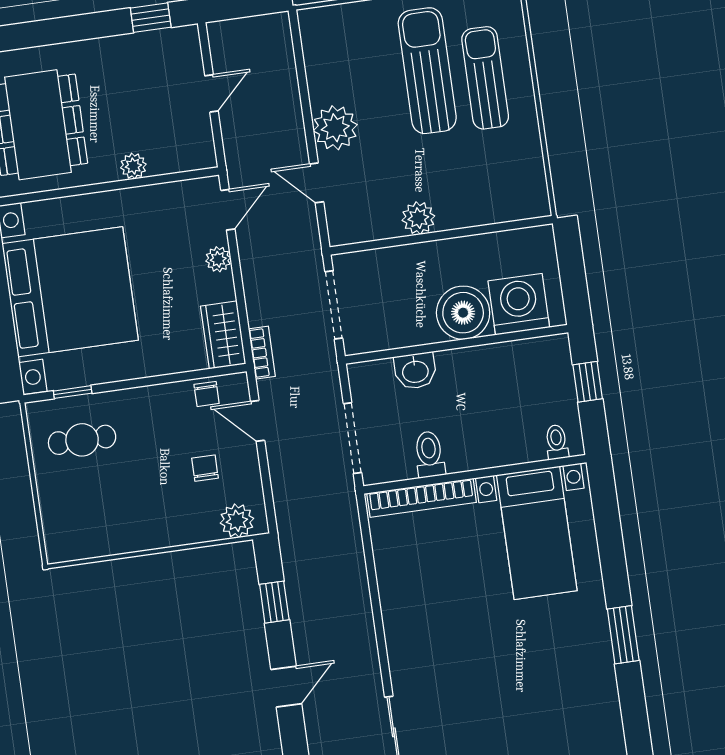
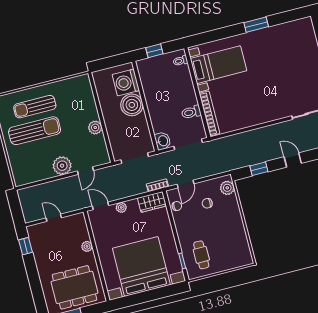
sun lounger: (427, 71) -> (35, 131), turned 180
washbasin: (415, 371) -> (163, 141), moved

